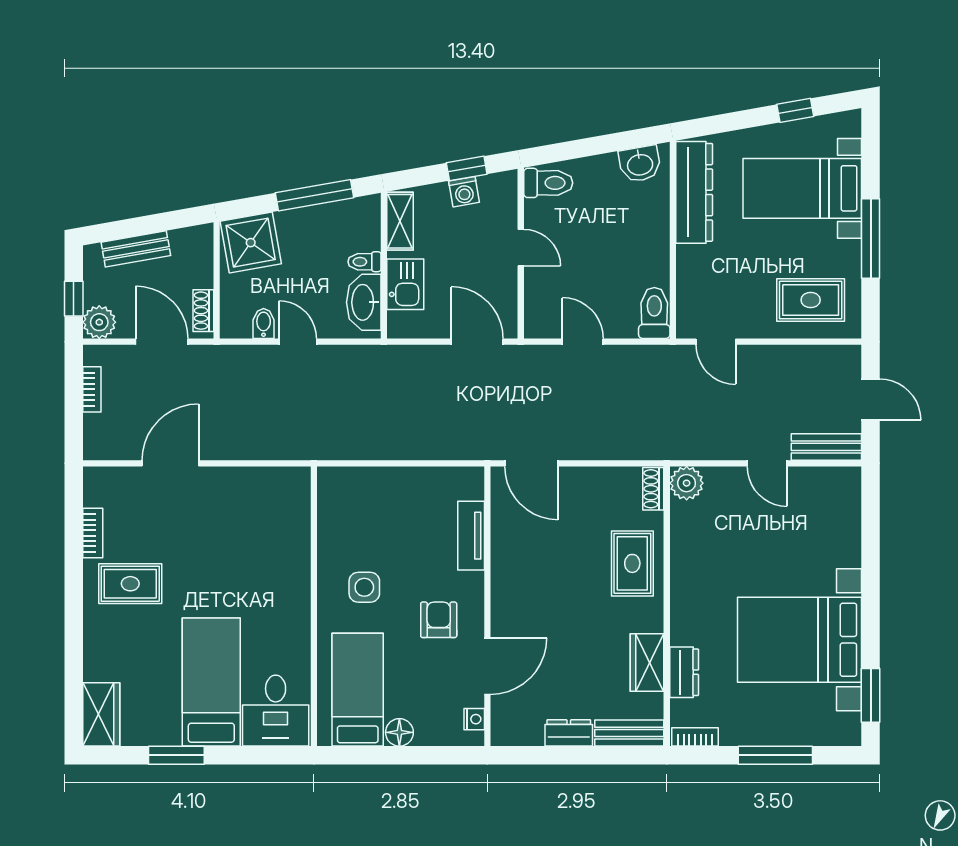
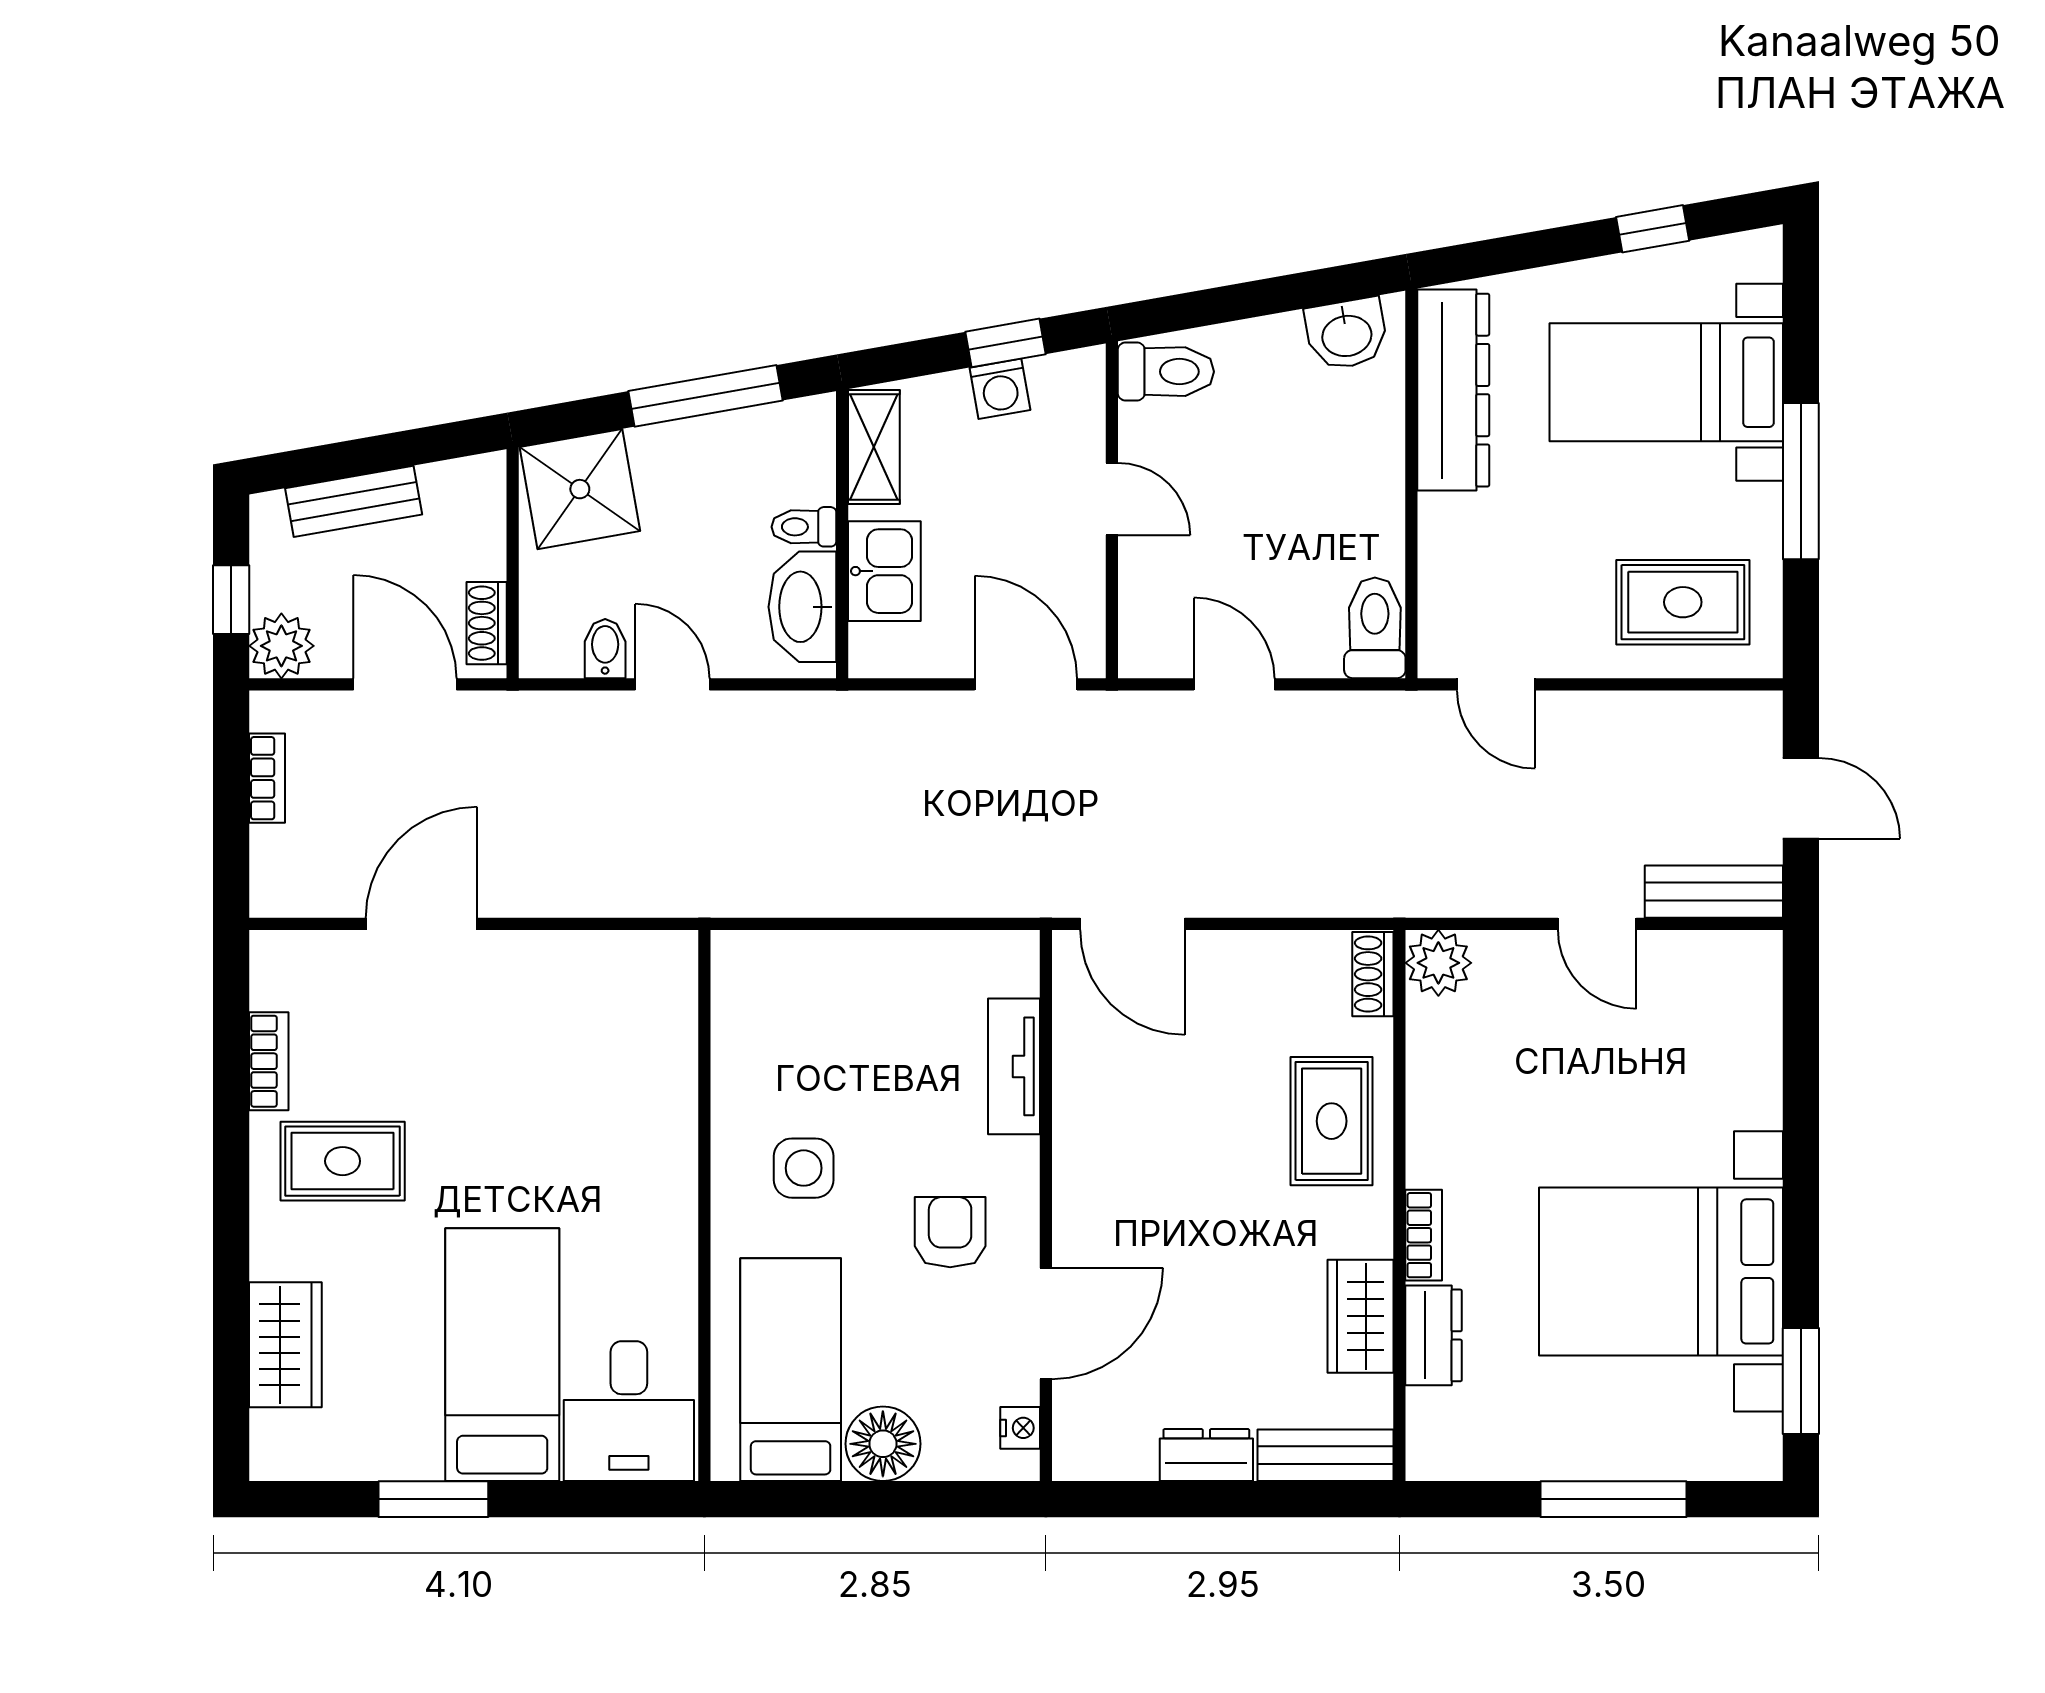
wardrobe: (101, 714) -> (285, 1345), moved
floor lamp: (399, 732) -> (883, 1444), width x1.38, depth x1.38
bookcase: (695, 737) -> (1424, 1235), moved, turned 90

